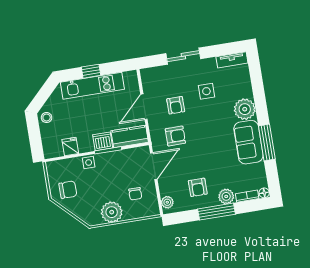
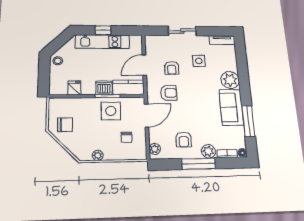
window: (267, 142) -> (248, 121), moved
side table: (89, 162) -> (111, 111), moved, width x1.87, depth x1.87
plant: (112, 212) -> (98, 155), width x0.53, depth x0.53

